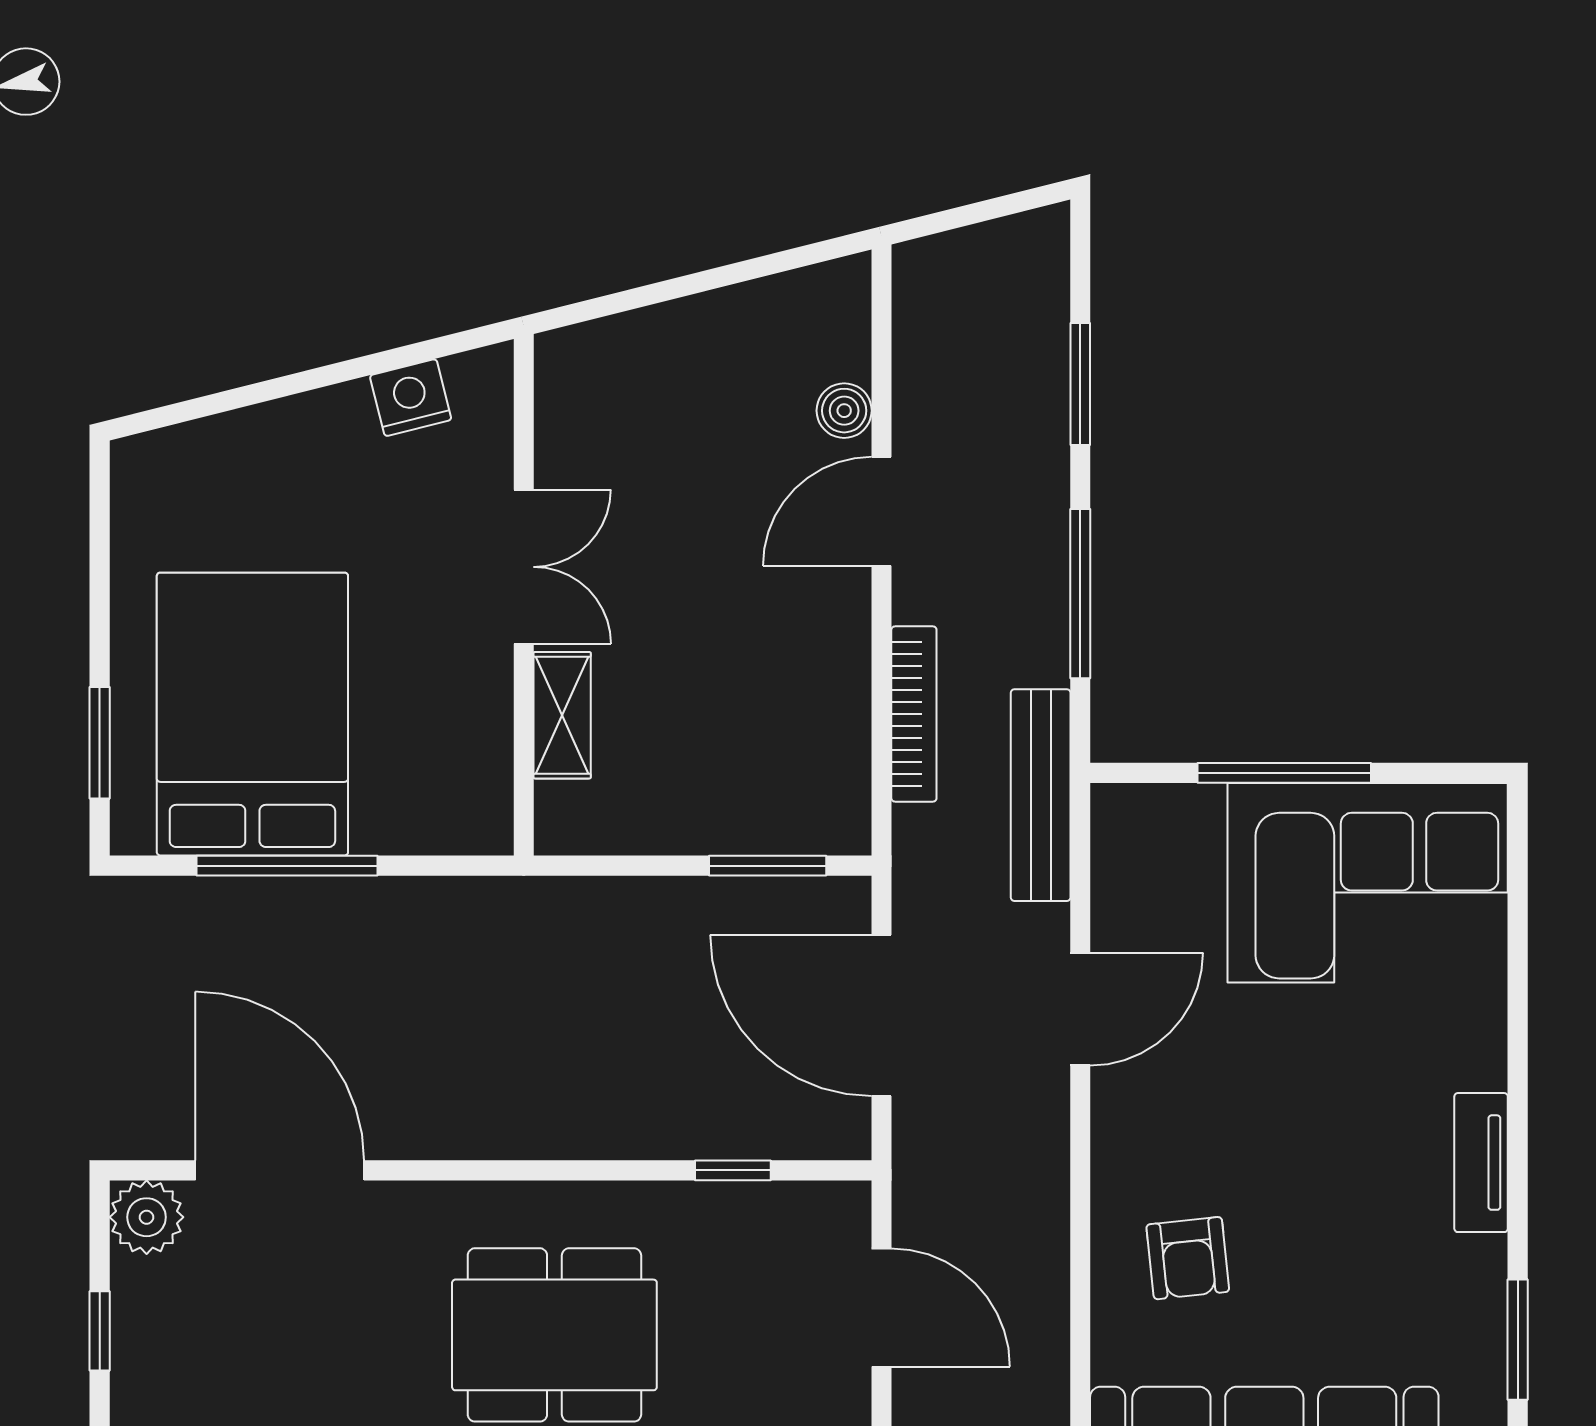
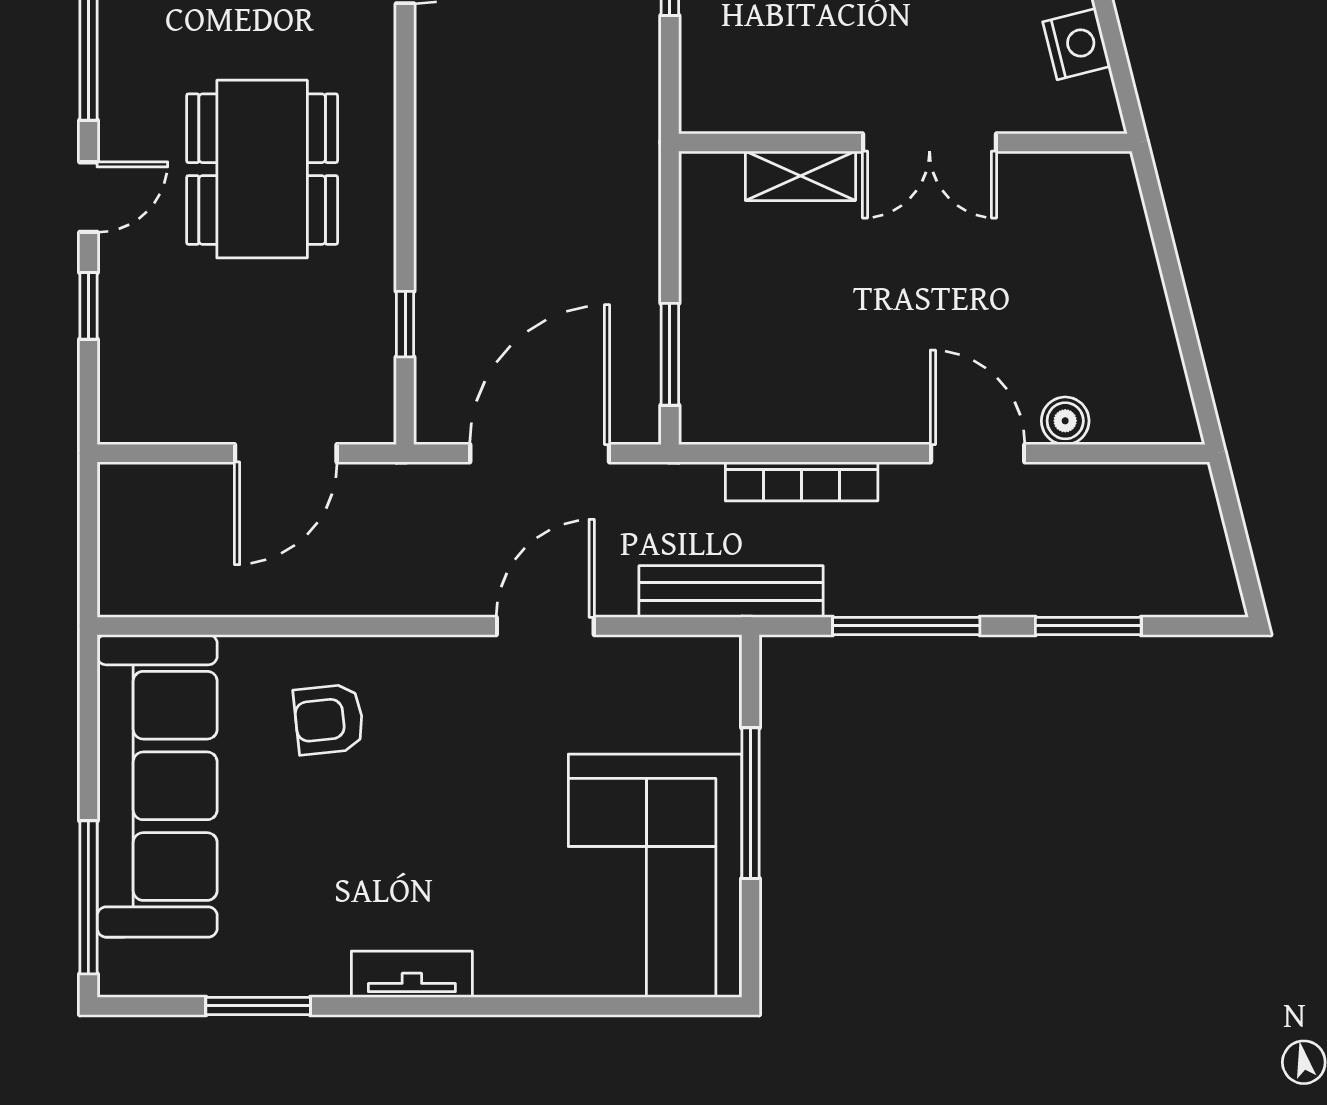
door: (1080, 1009) -> (545, 626), swing flipped

